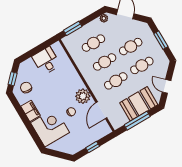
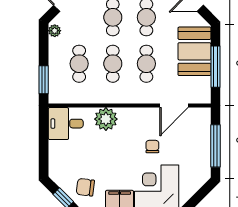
desk: (46, 61) -> (66, 124), moved
plant: (83, 96) -> (106, 119), moved
door: (101, 110) -> (174, 106), hinge flipped
window: (93, 147) -> (216, 146), width x2.17

